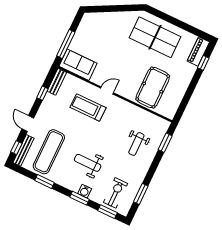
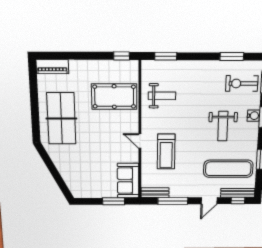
window: (66, 44) -> (114, 201), width x0.69
window: (203, 63) -> (122, 56), moved
window: (42, 93) -> (173, 201), width x2.17
weight bench: (136, 144) -> (162, 96), moved

